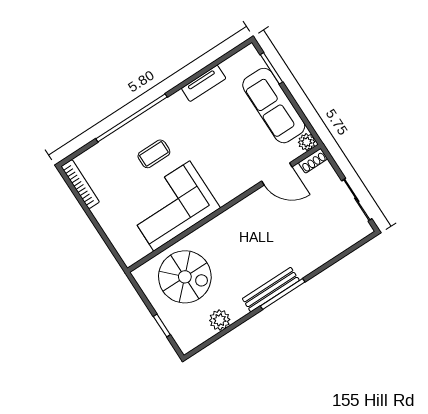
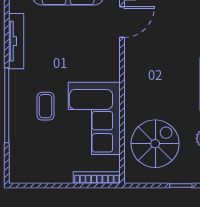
tv unit: (204, 83) -> (16, 41), width x1.41
bookcase: (80, 184) -> (97, 178), moved

